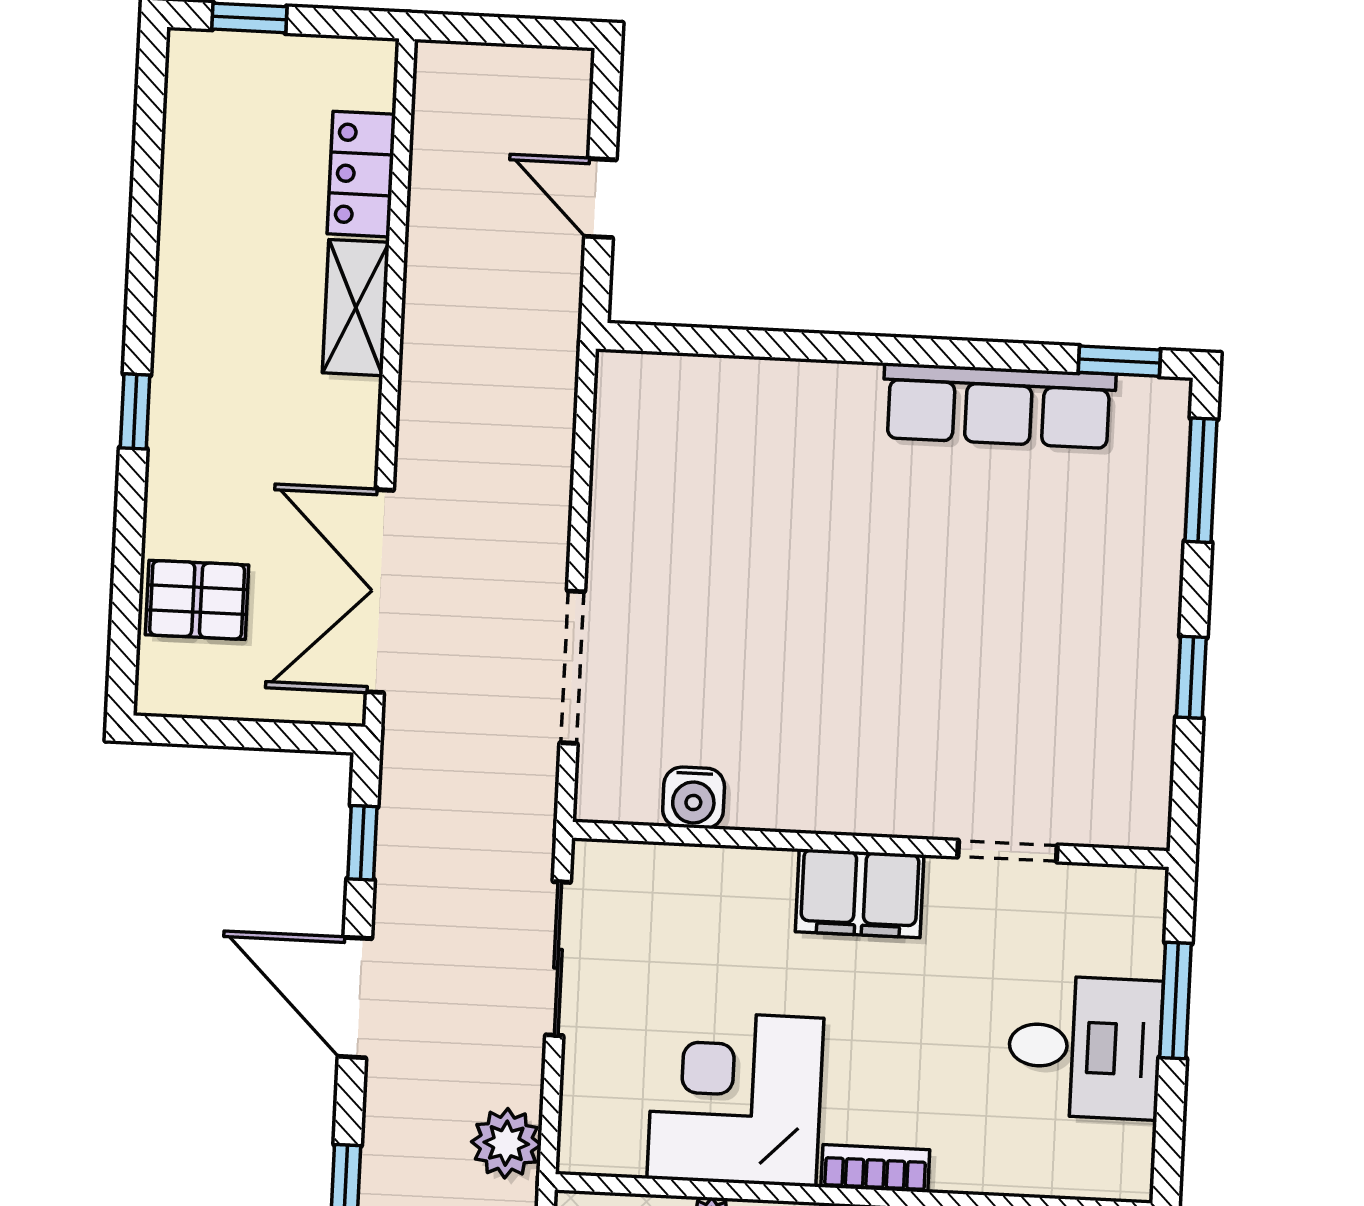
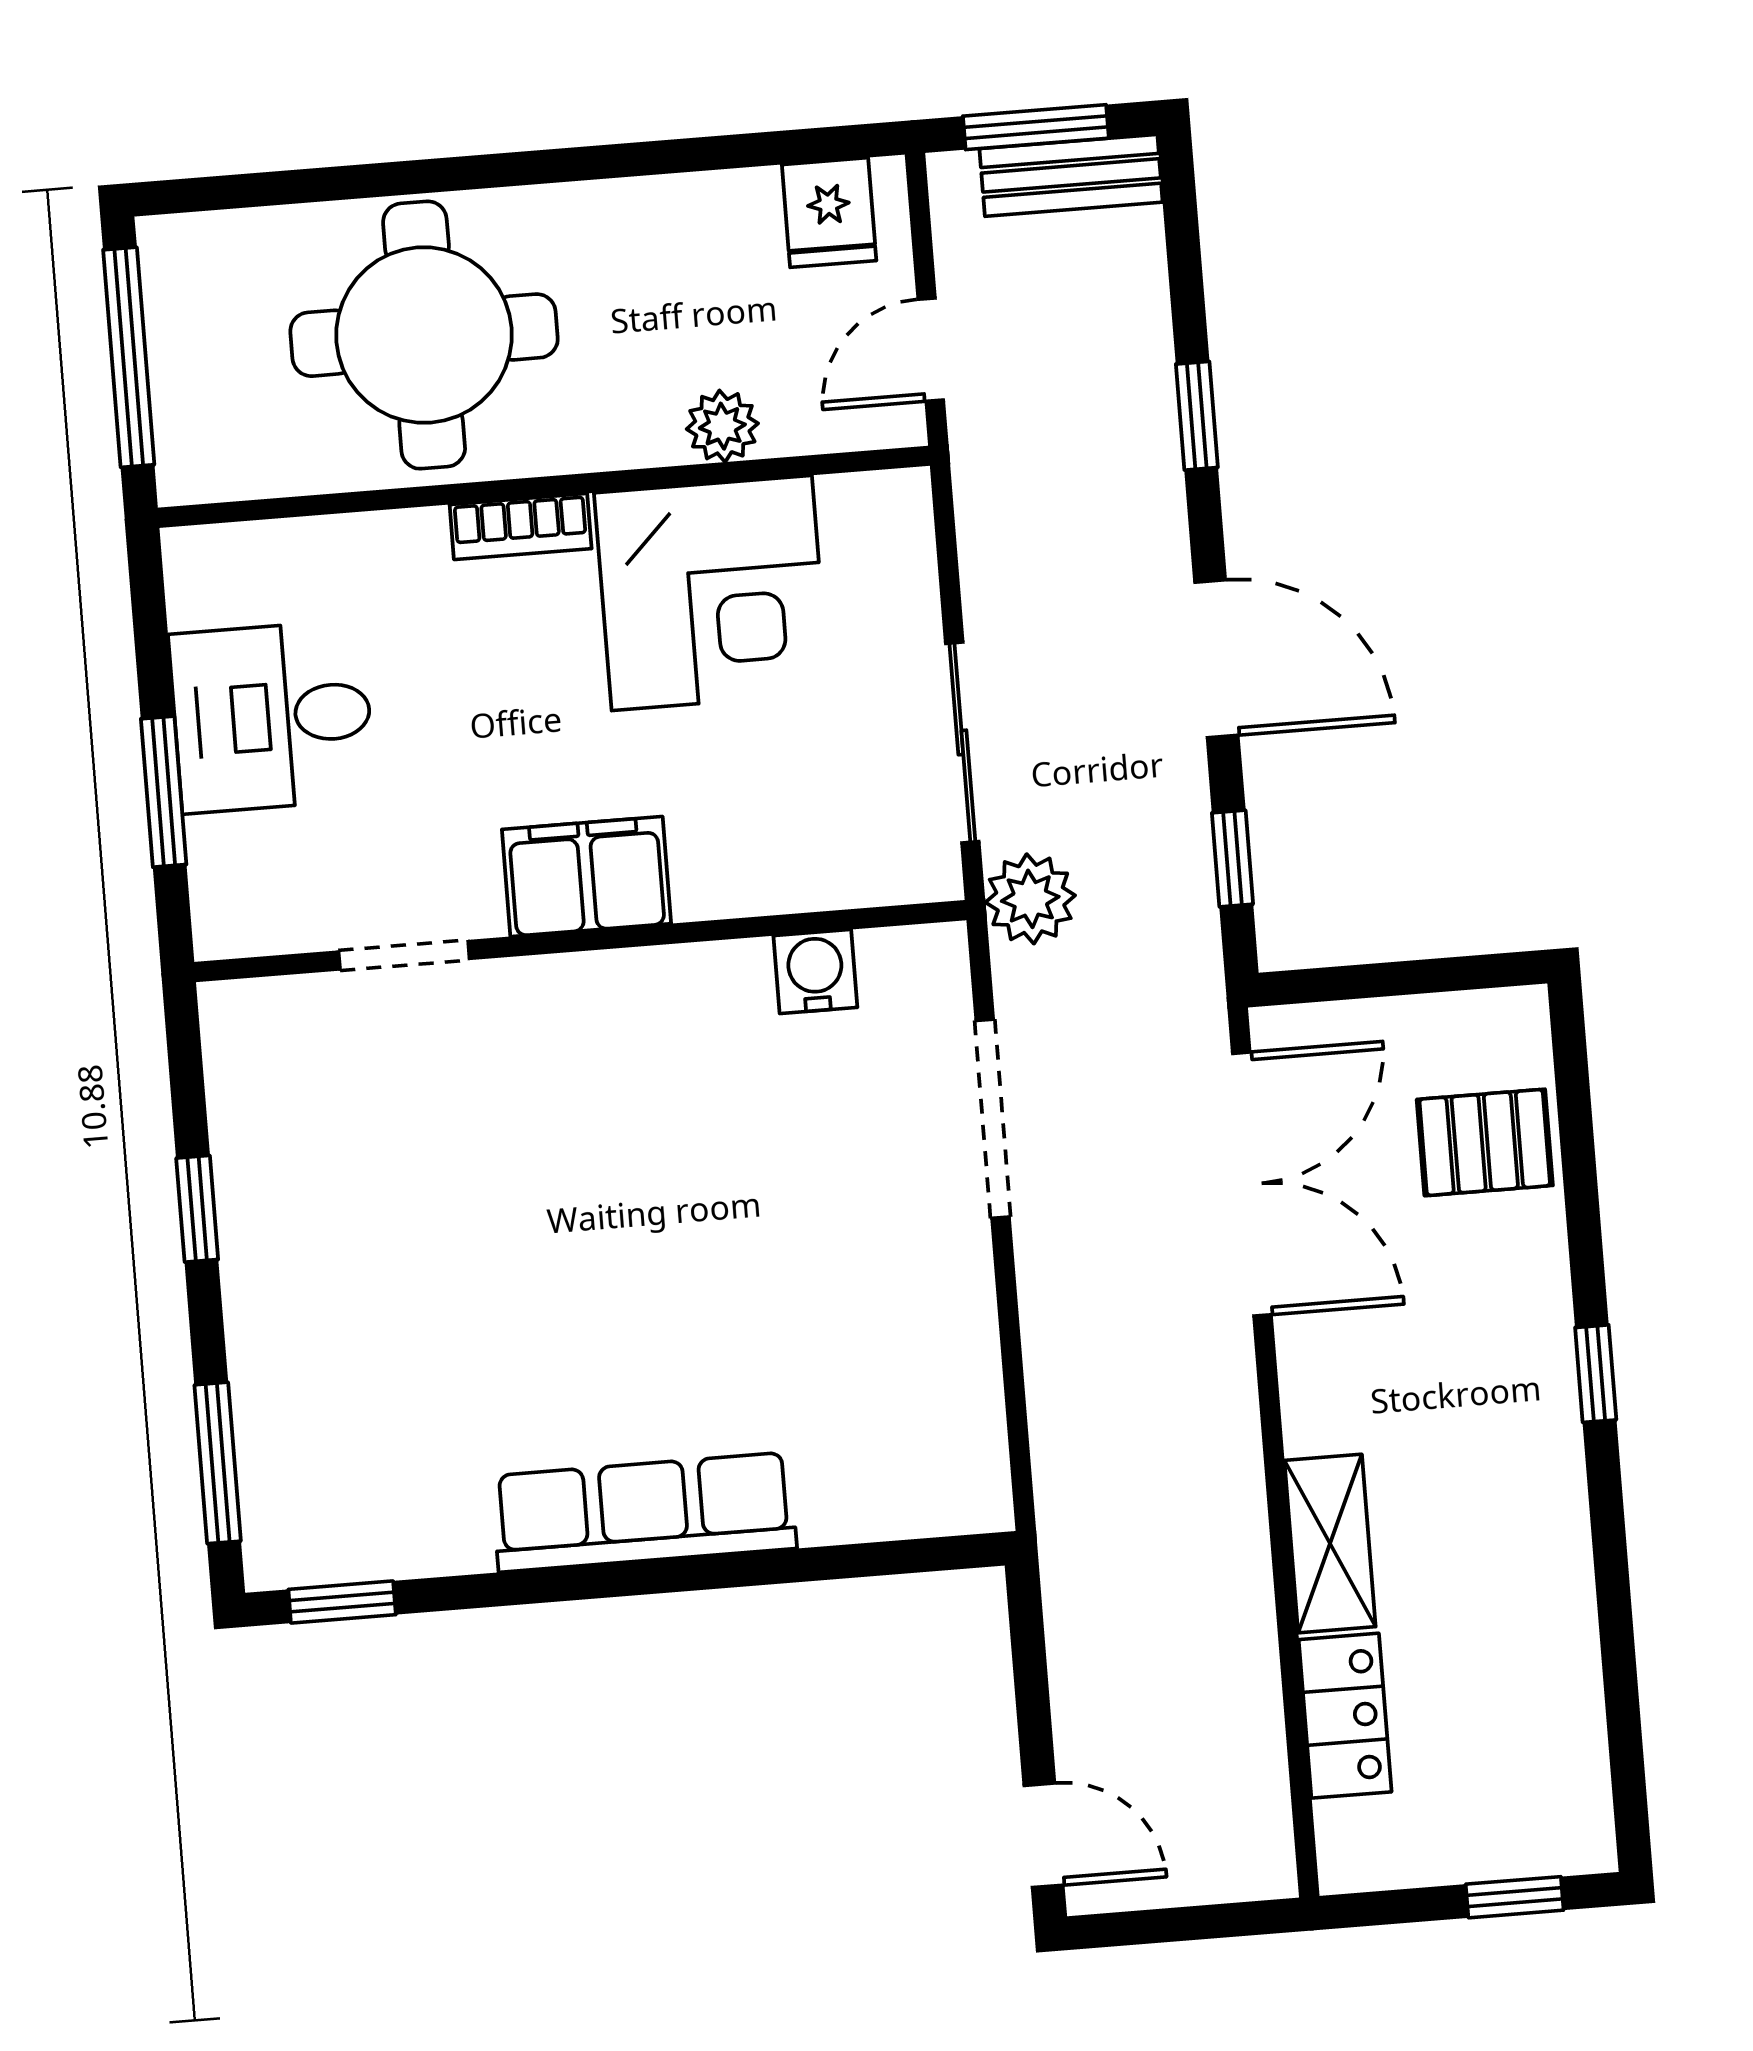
door: (600, 198) -> (1044, 1835), moved
row of seats: (999, 406) -> (644, 1512), moved
plant: (506, 1143) -> (1030, 899), moved

